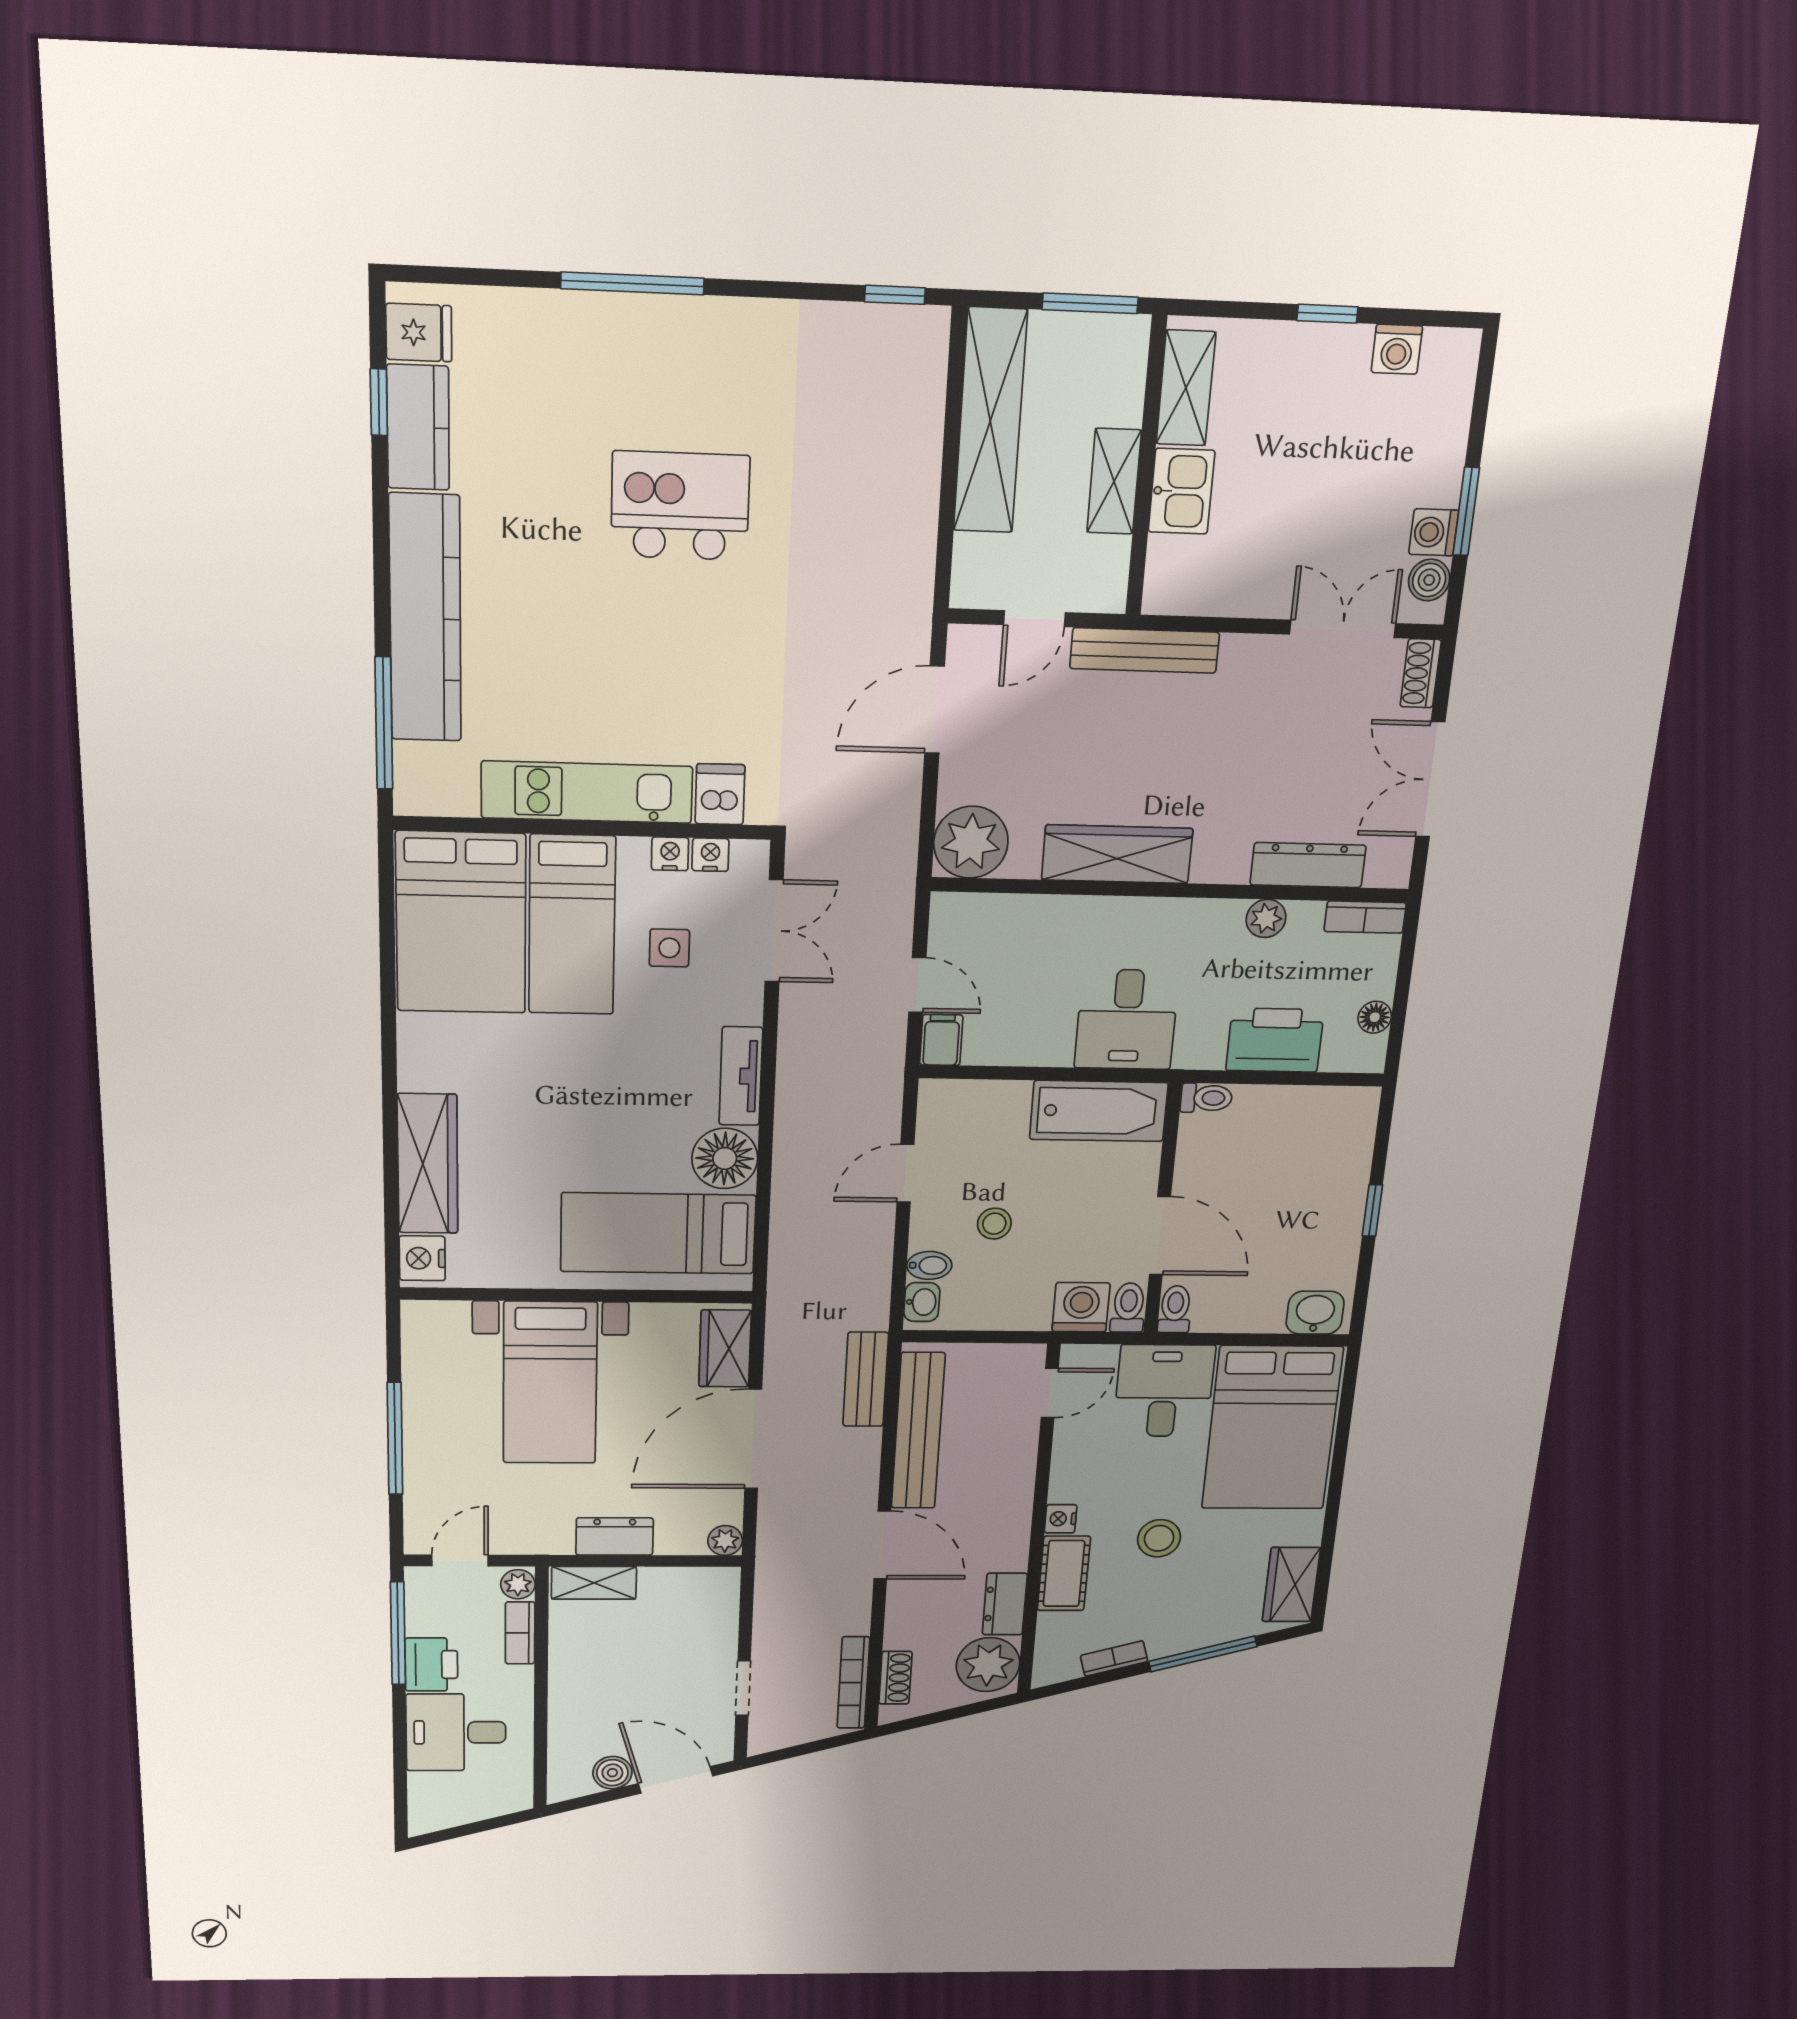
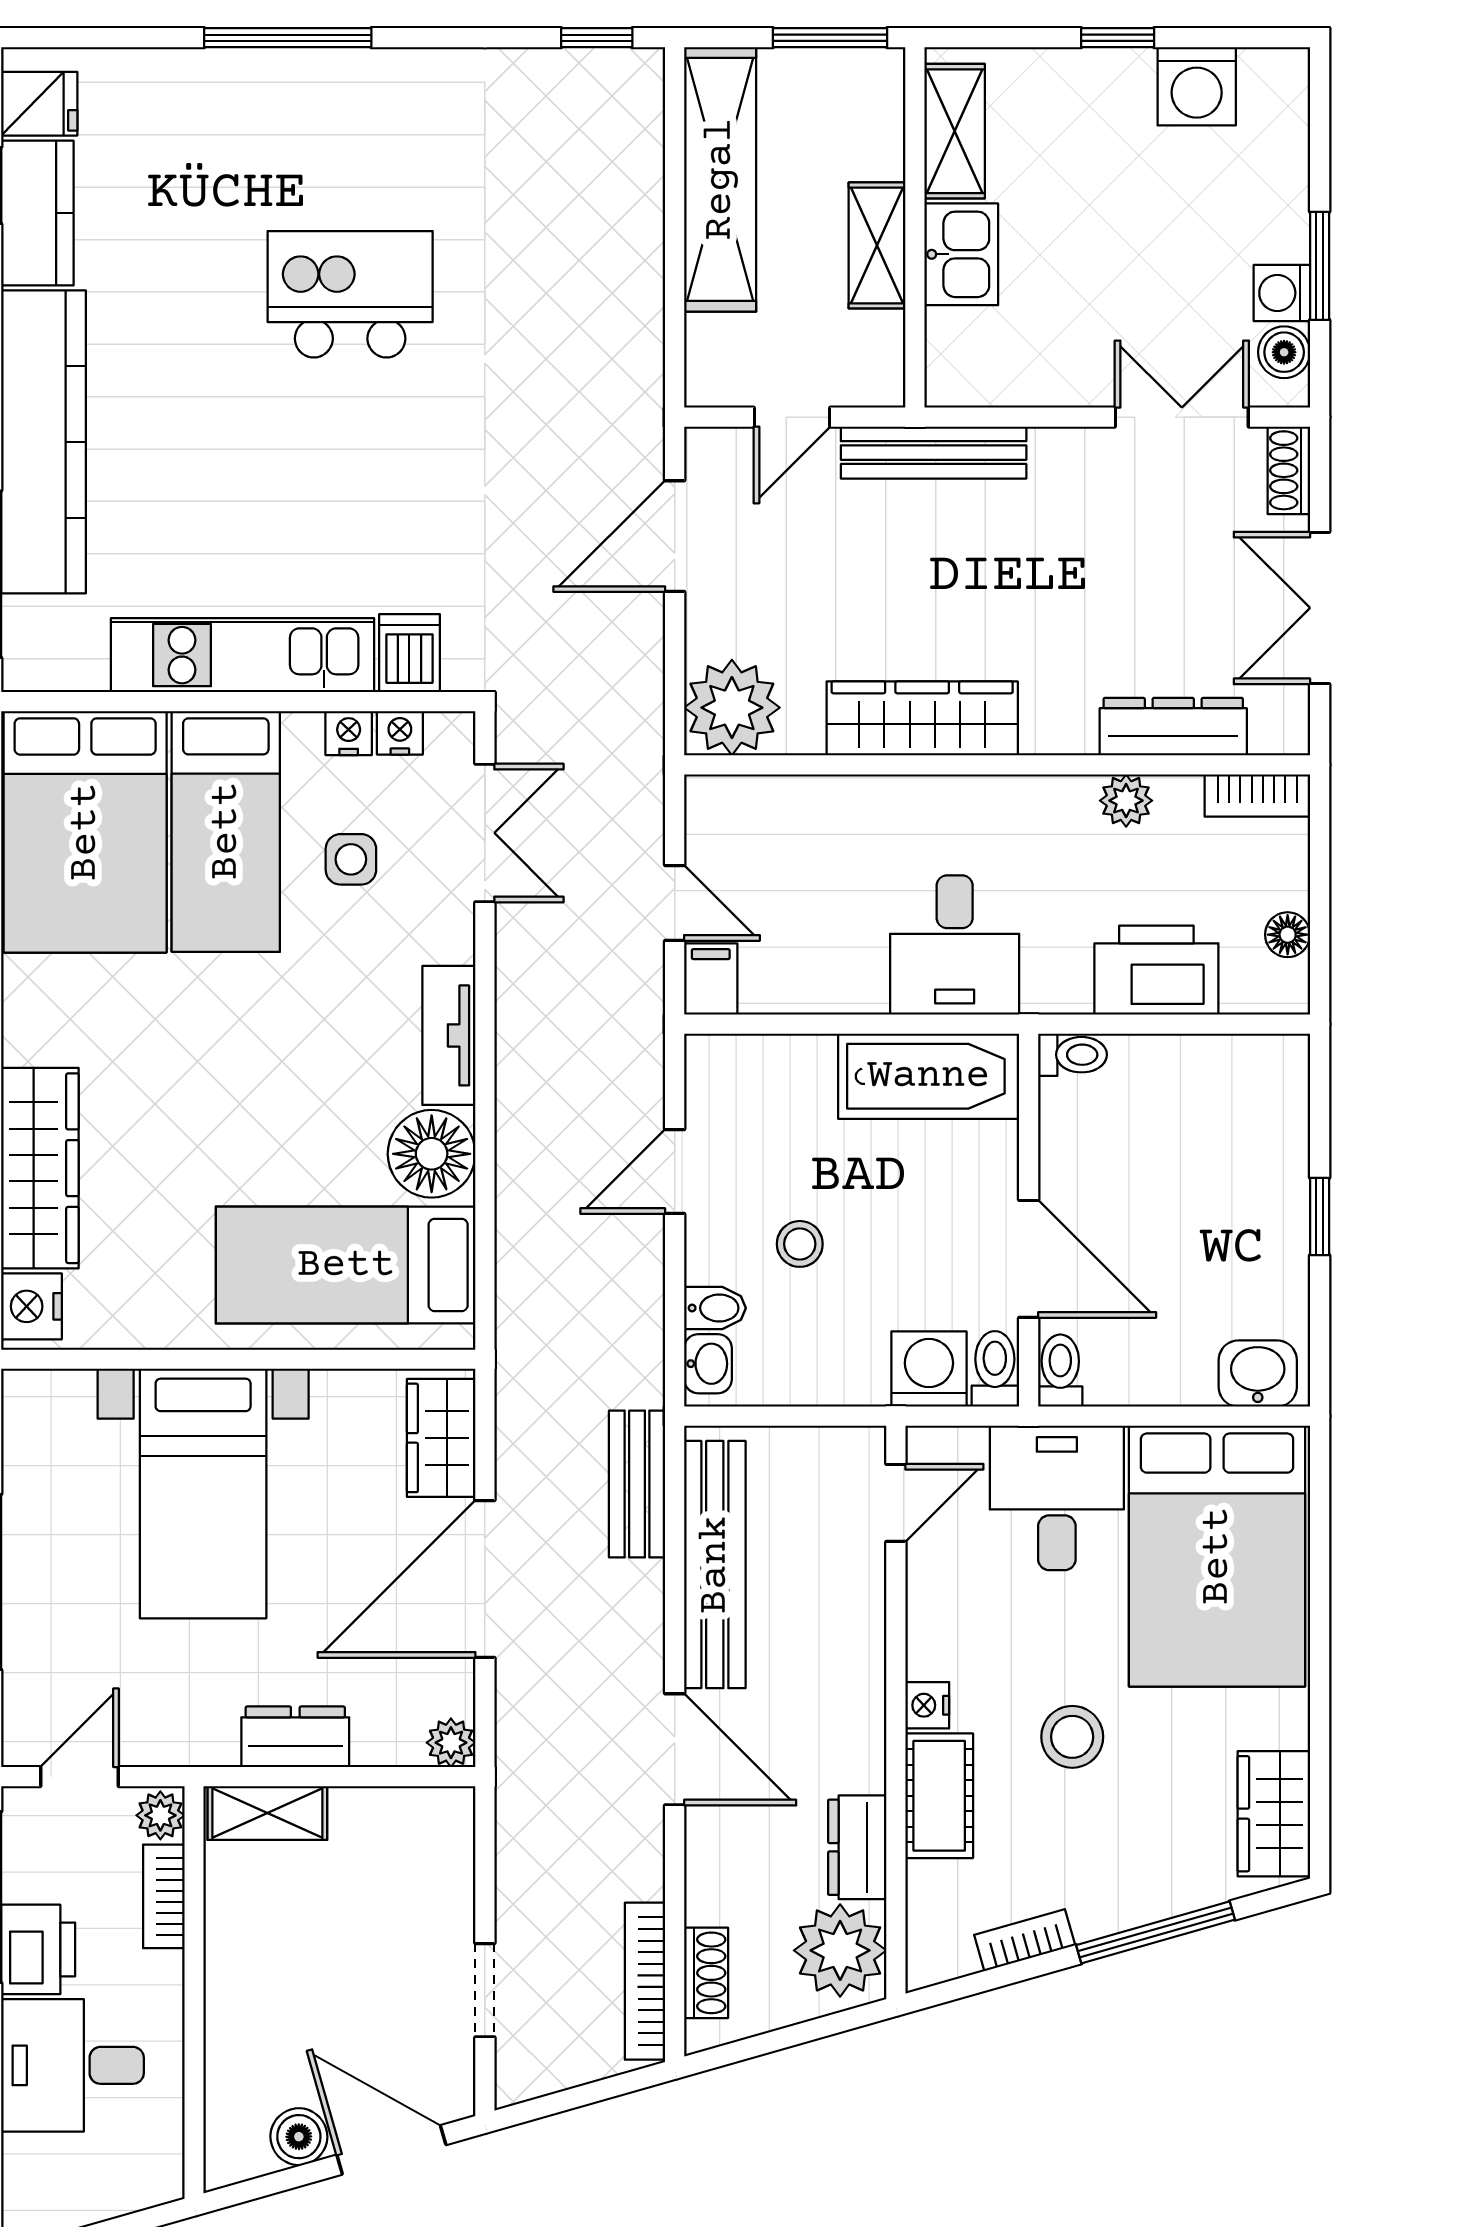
washing machine: (1397, 349) -> (1197, 86), width x1.38, depth x1.38

